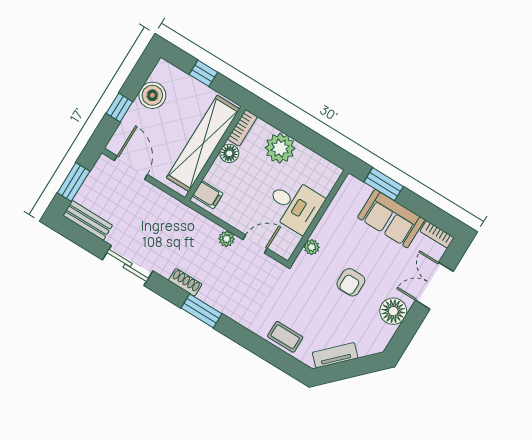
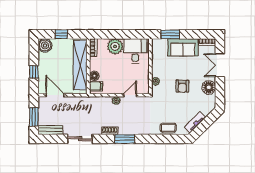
boiler: (152, 95) -> (45, 45), moved
floor lamp: (229, 153) -> (94, 76), moved
desk: (294, 205) -> (135, 51), moved, turned -90

